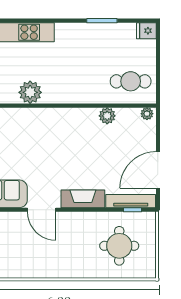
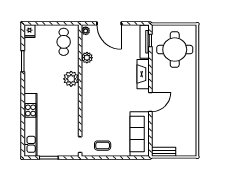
plant: (30, 92) -> (71, 79), moved
door: (158, 170) -> (109, 23), moved
round table: (119, 246) -> (175, 50), width x1.36, depth x1.36

